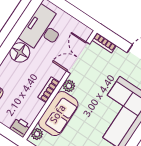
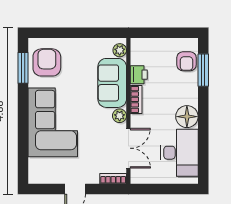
printer: (20, 127) -> (139, 75), moved, turned -90

